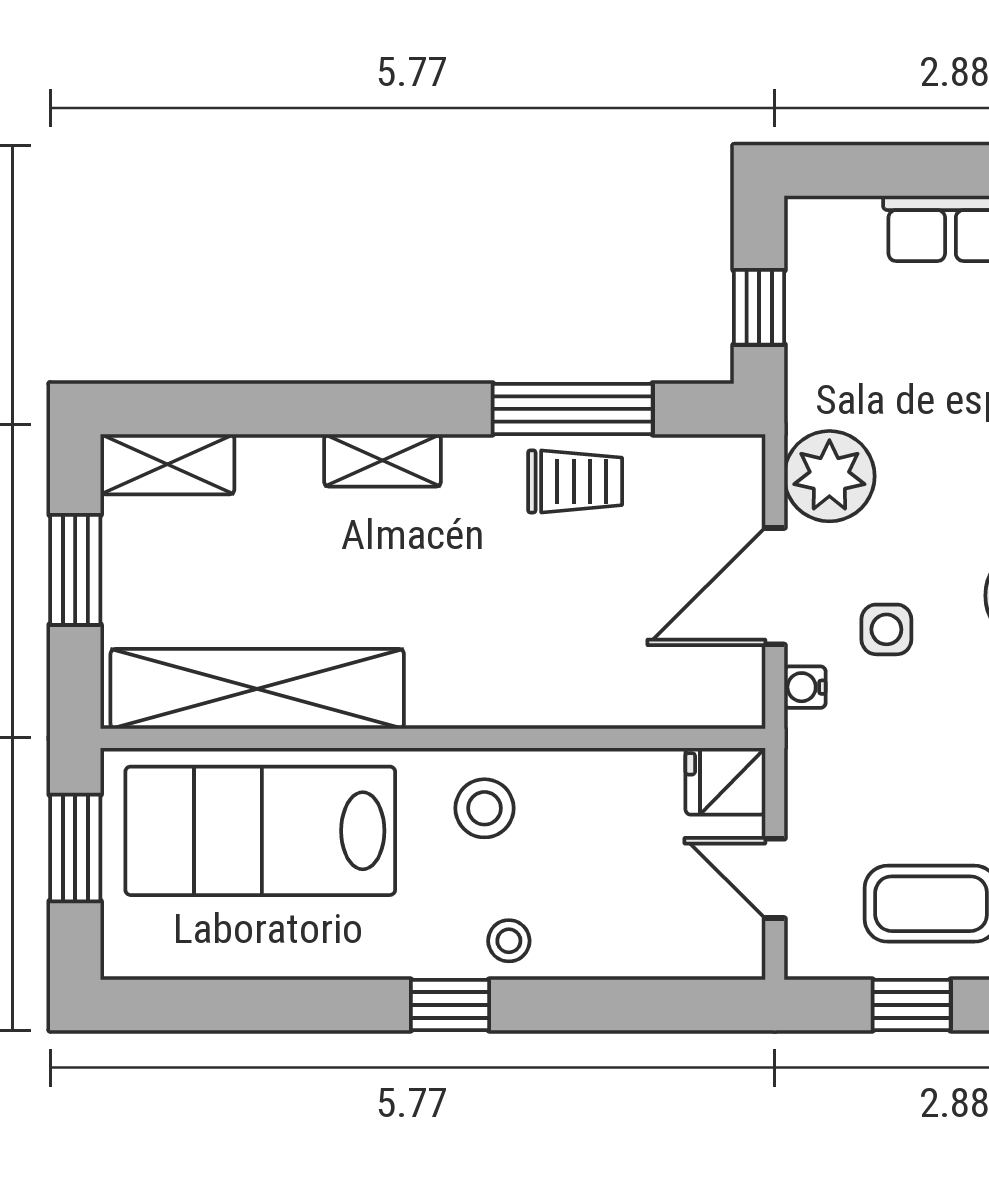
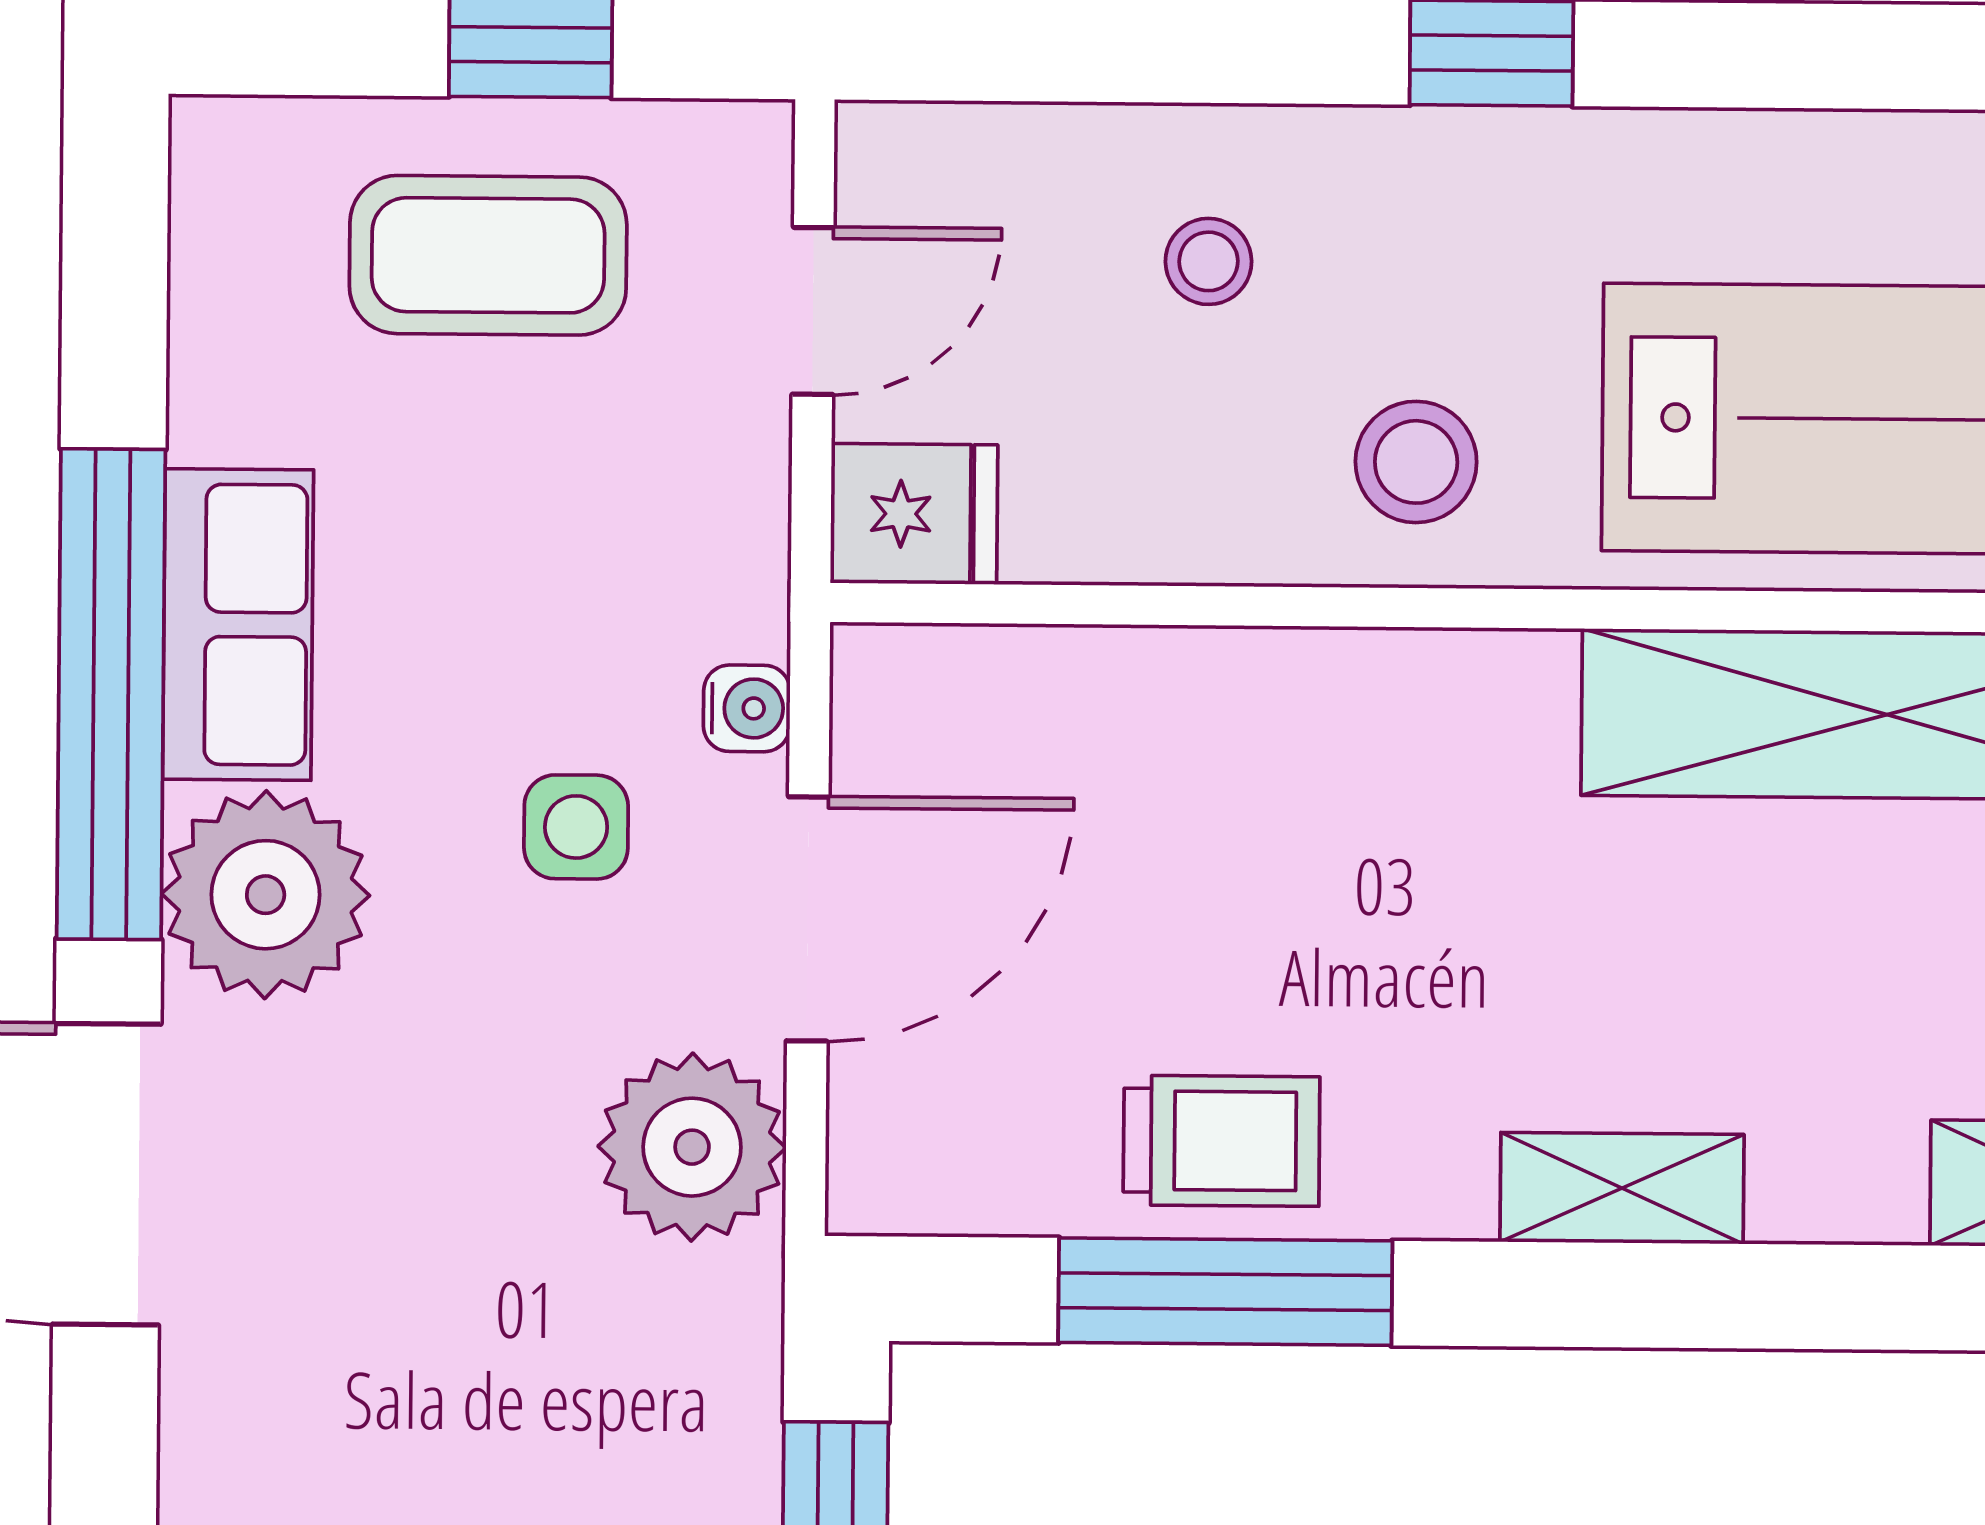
trolley: (575, 481) -> (1222, 1141), turned 180
door: (775, 878) -> (813, 311), hinge flipped
stool: (509, 941) -> (1209, 261), moved

